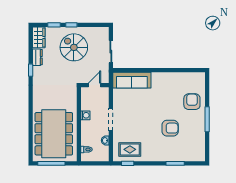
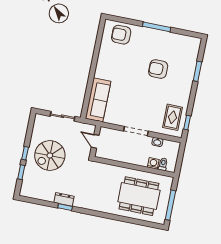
wardrobe: (39, 37) -> (31, 191), removed
dresser: (37, 57) -> (64, 199), moved
armchair: (192, 102) -> (121, 35), moved
washing machine: (85, 115) -> (153, 163), moved
armchair: (170, 128) -> (158, 69), turned -90
dining table: (54, 134) -> (139, 196), width x0.73, depth x0.80

